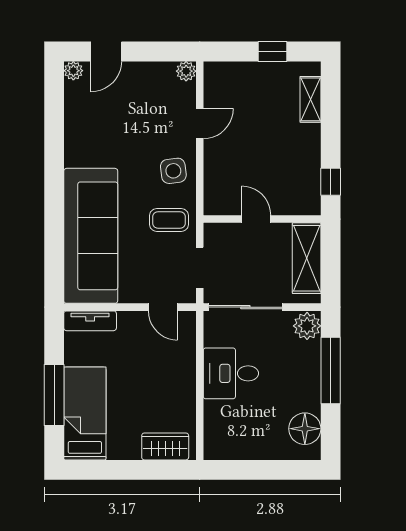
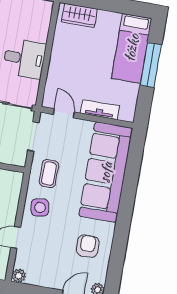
armchair: (98, 129) -> (88, 246), added
coffee table: (169, 220) -> (49, 174), turned 90
tv unit: (90, 321) -> (100, 110), moved

